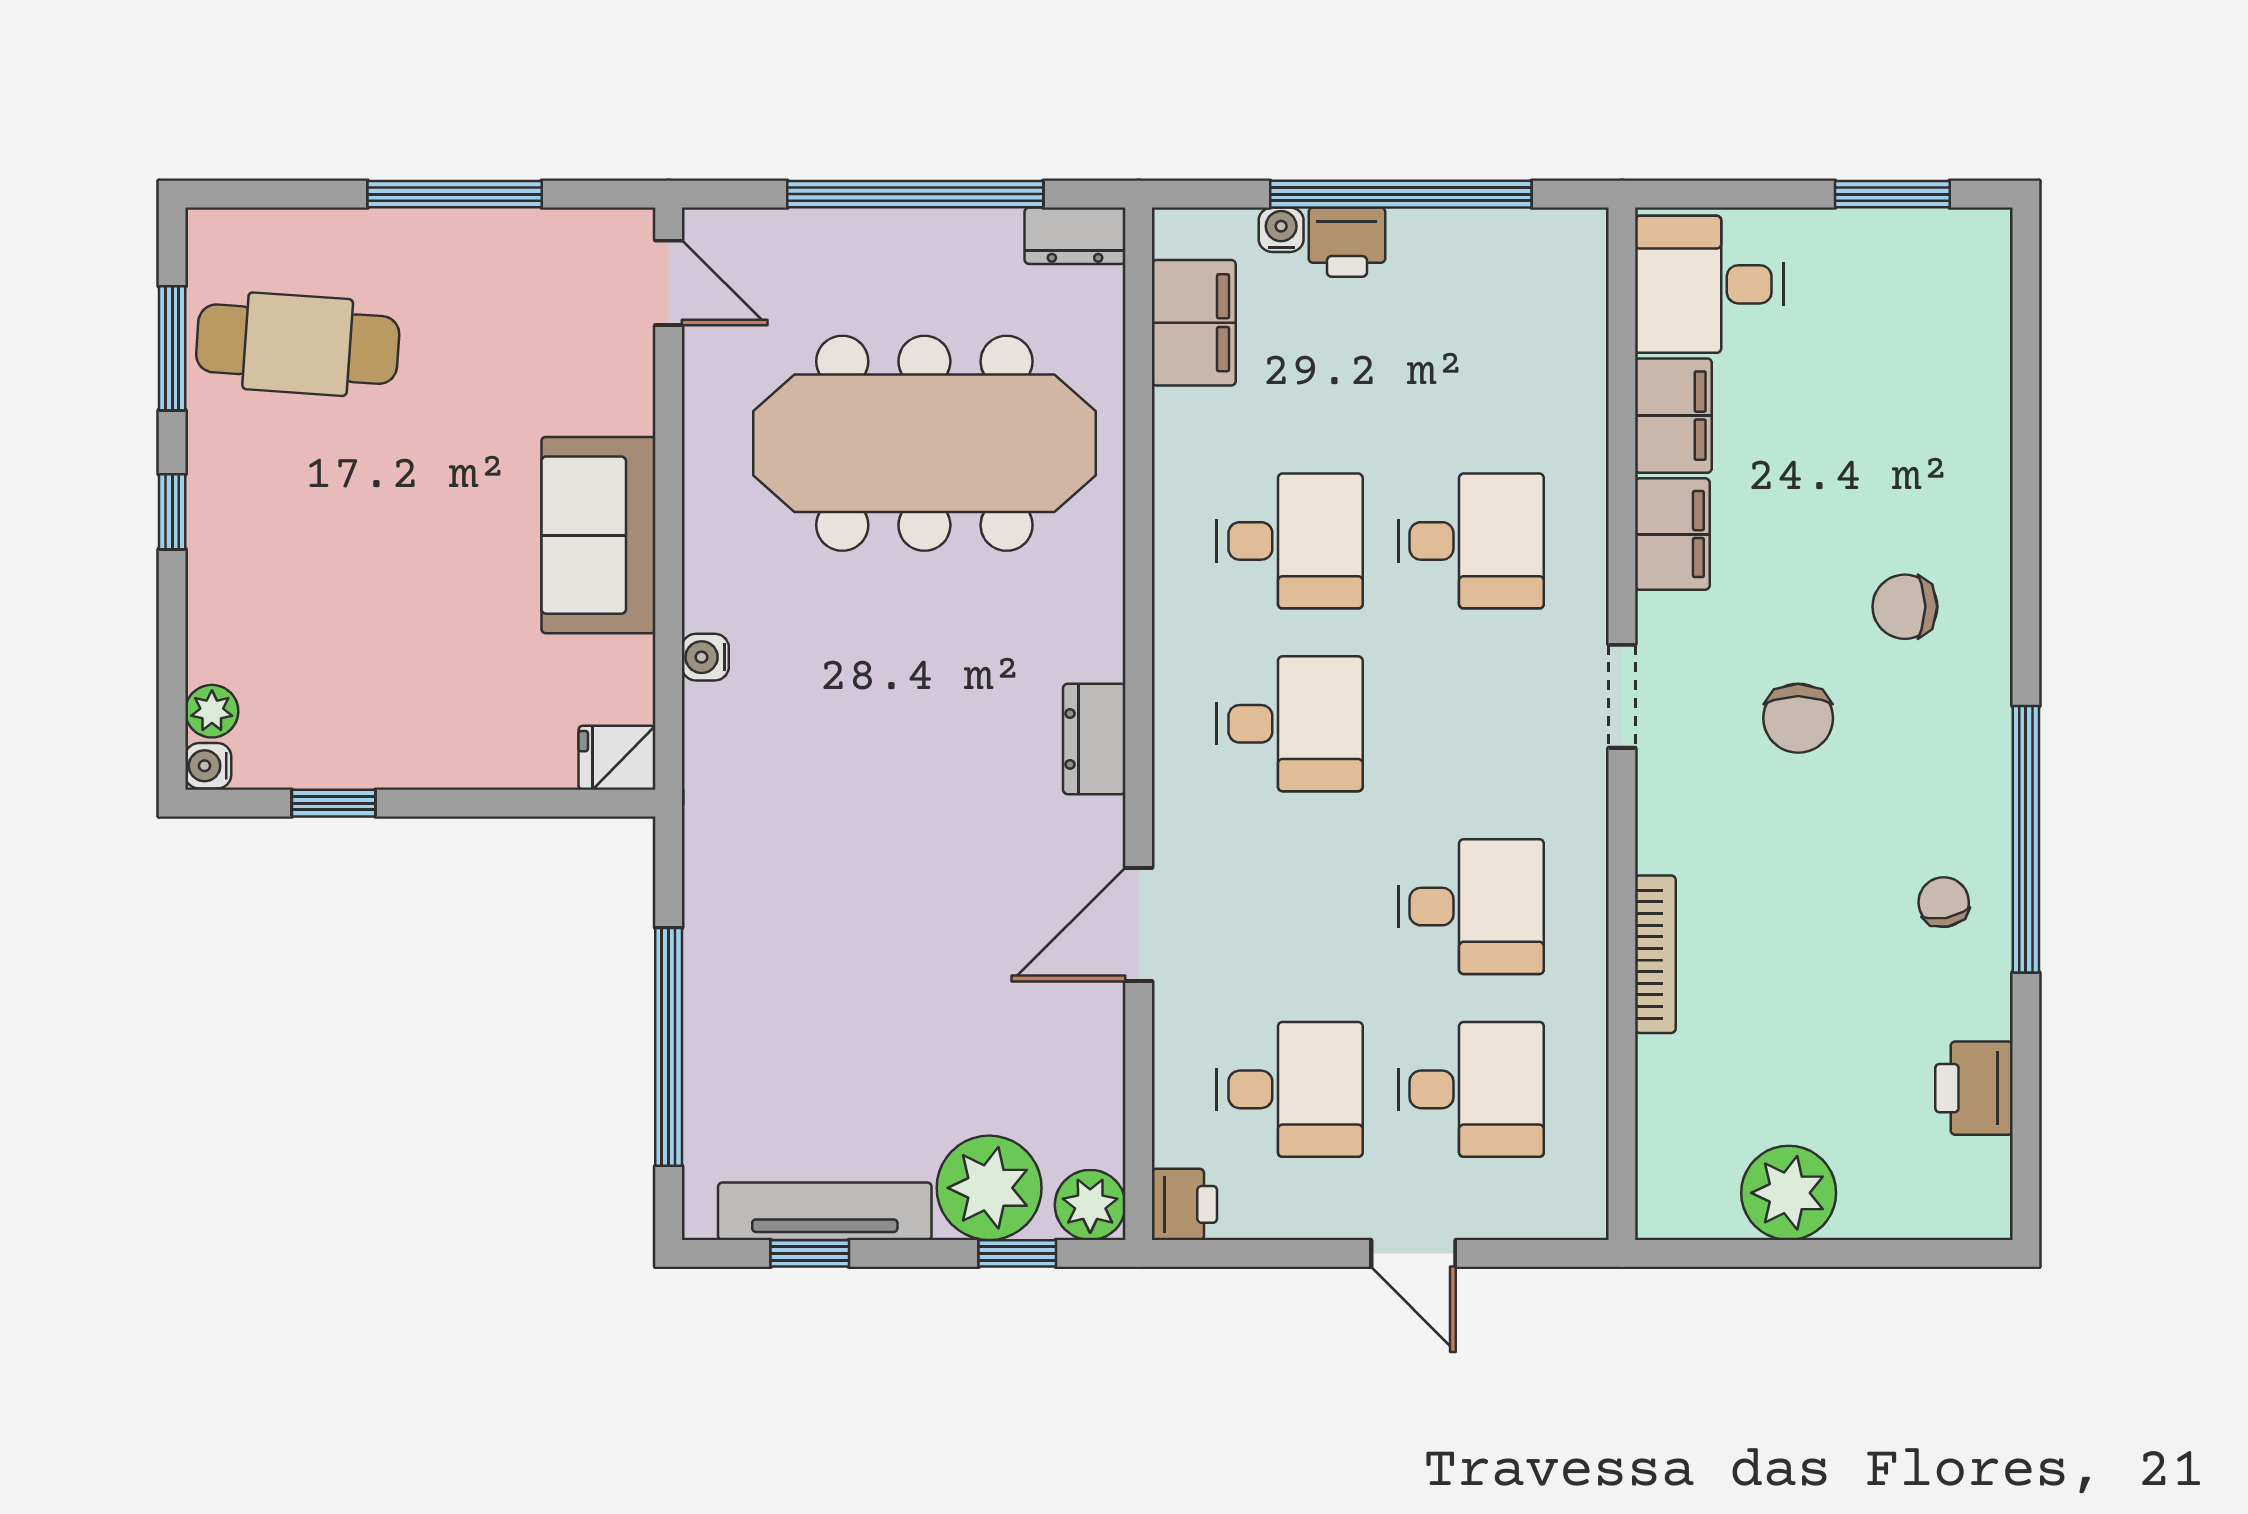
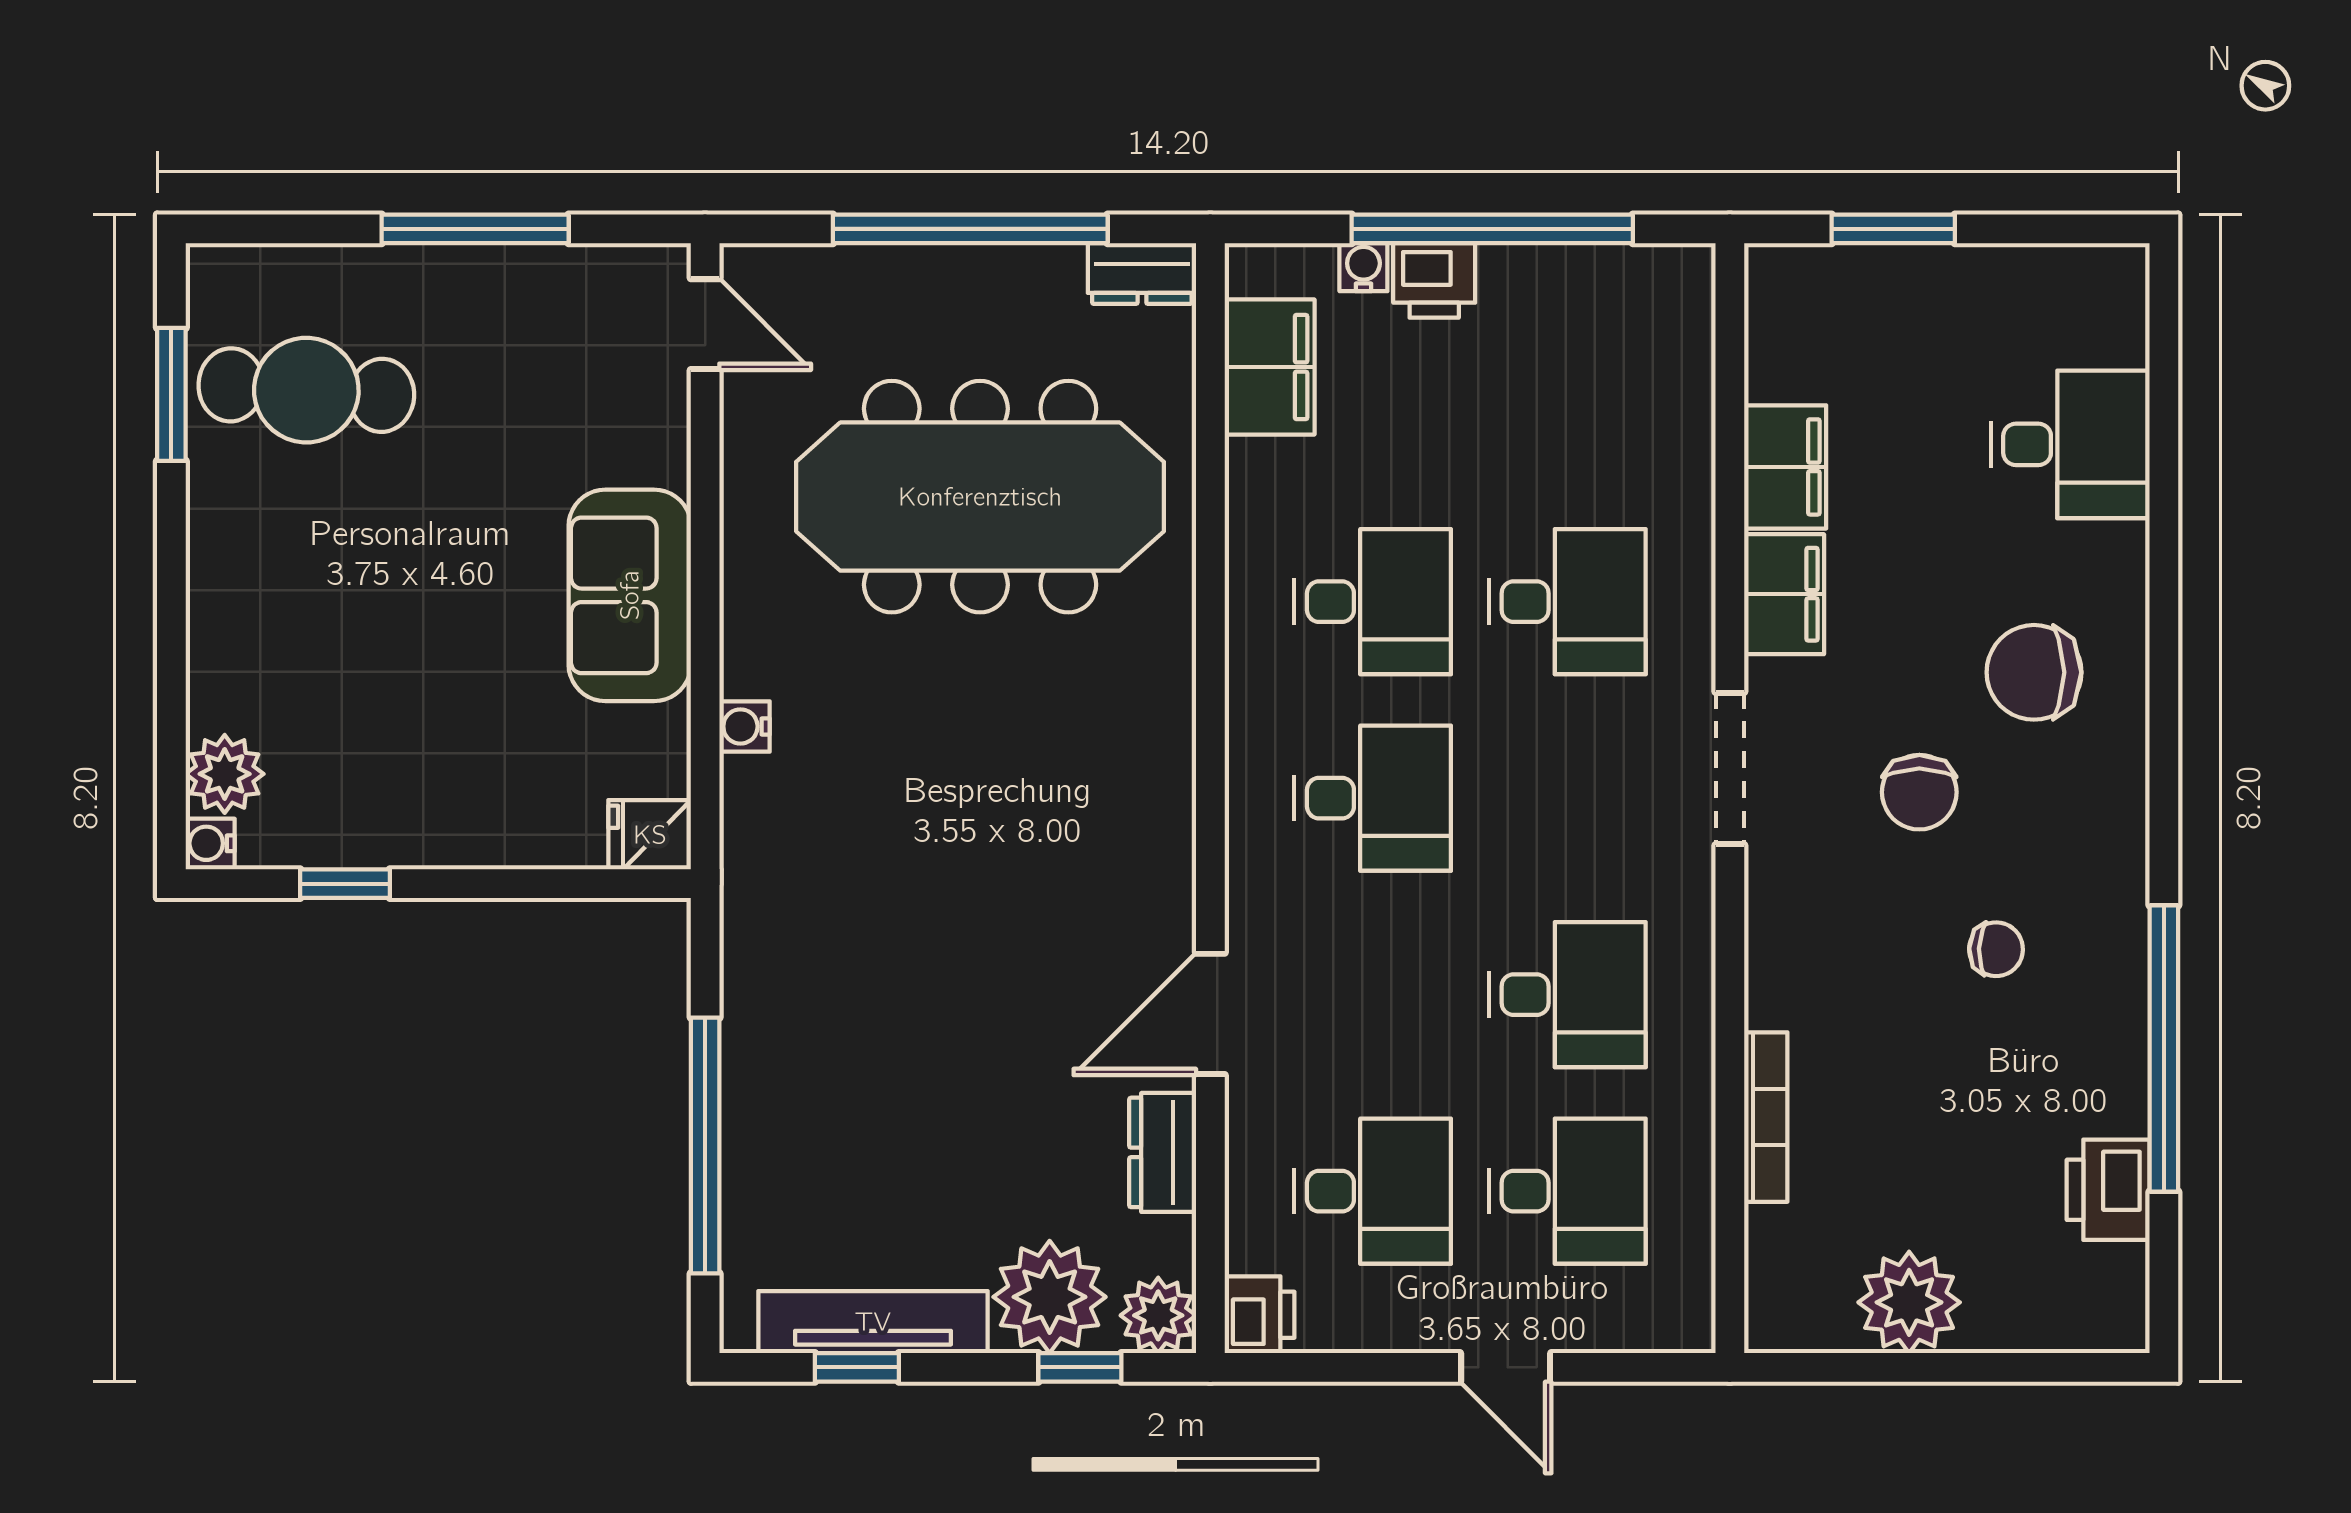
window: (1892, 194) -> (1893, 229), moved
desk: (1709, 284) -> (2070, 444), moved, turned 180
window: (172, 512) -> (171, 570), removed
chair: (1905, 607) -> (2034, 672), width x1.37, depth x1.37
doorway: (1622, 696) -> (1730, 768), width x1.38
plant: (212, 711) -> (225, 774), width x1.38, depth x1.38
dresser: (1094, 739) -> (1163, 1152), moved
window: (2026, 839) -> (2164, 1049), moved
chair: (1944, 902) -> (1996, 949), moved, turned 103
bookcase: (1655, 954) -> (1766, 1117), moved

